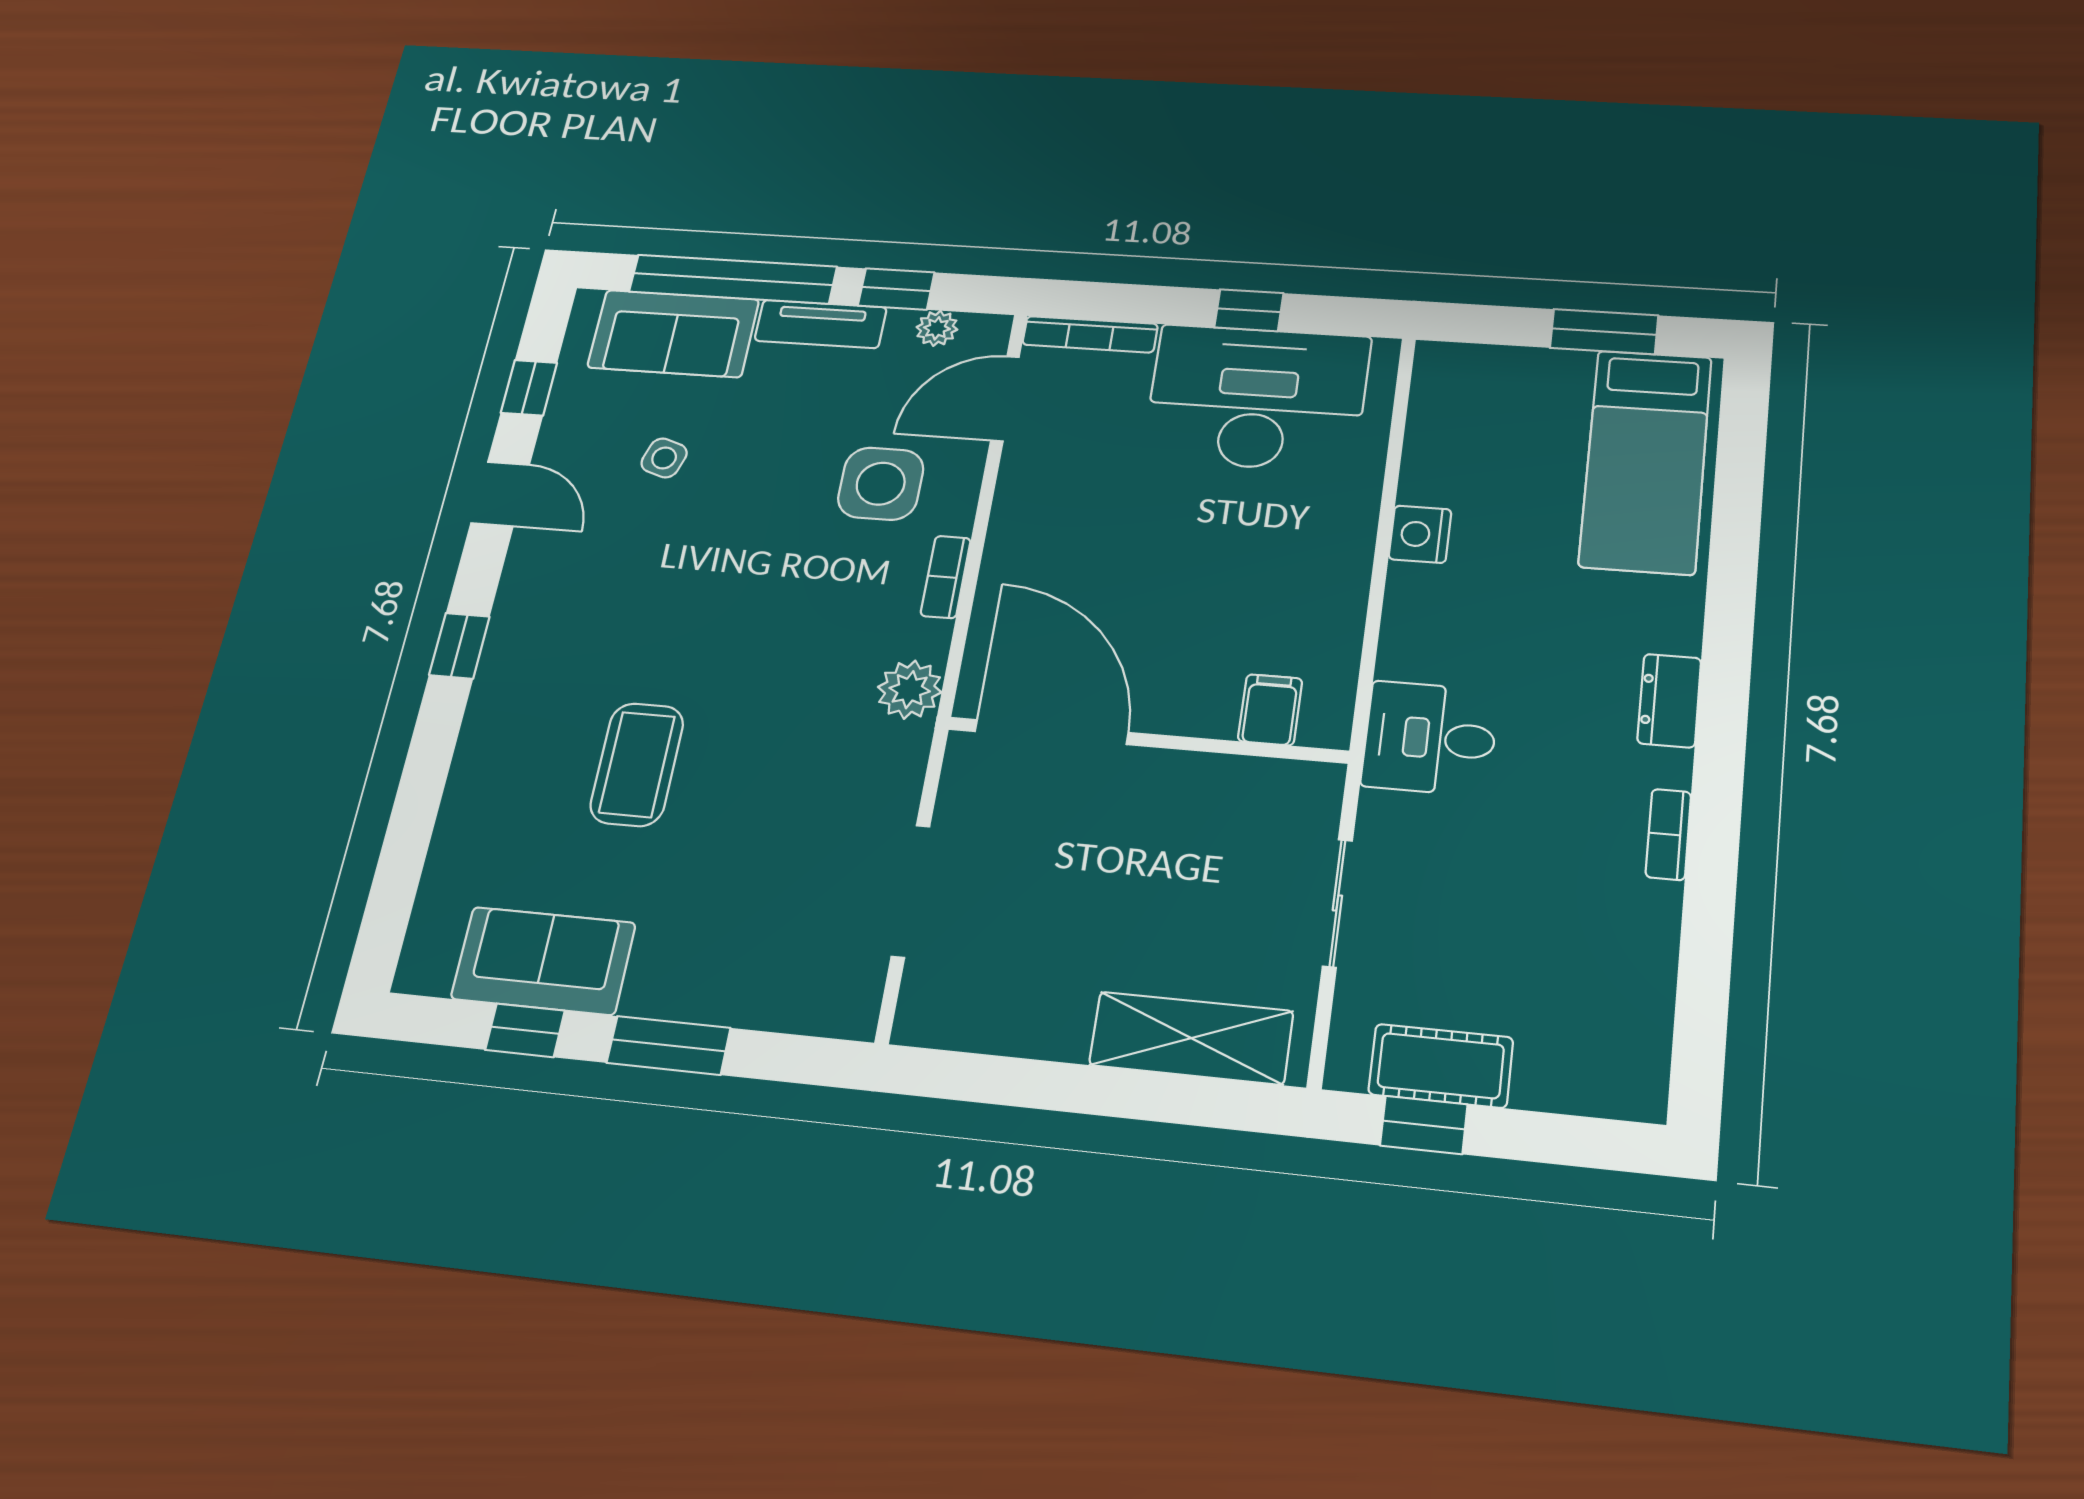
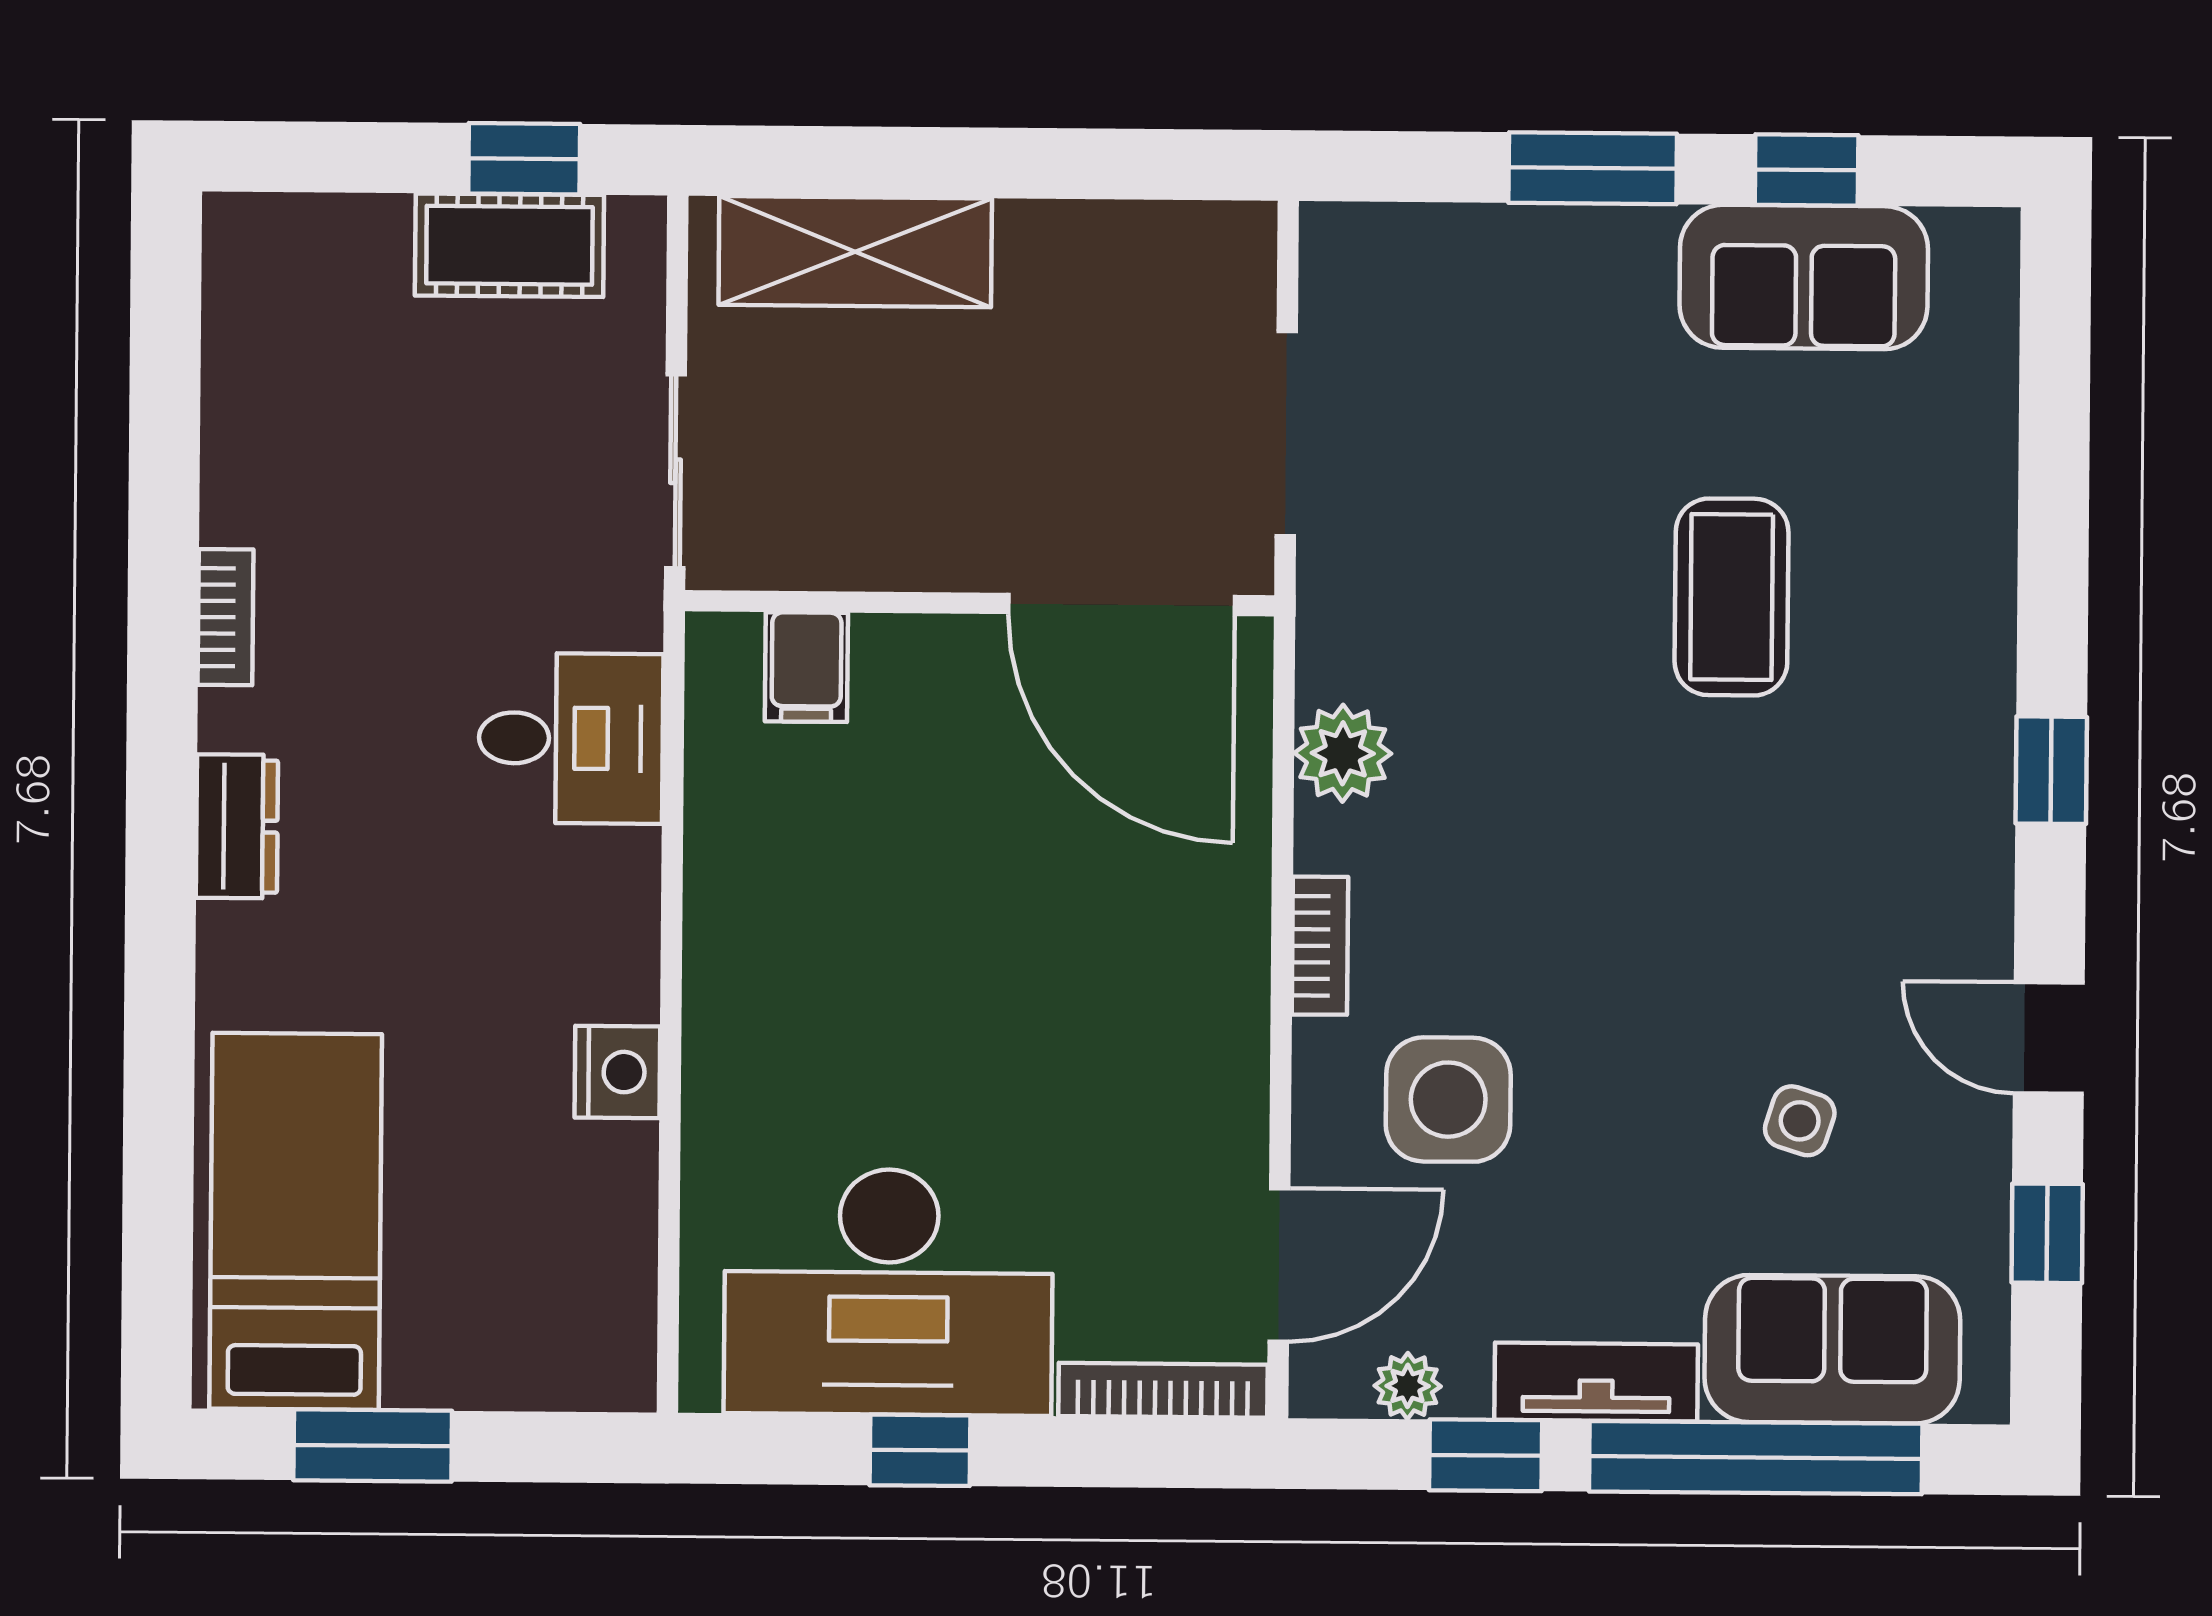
filing cabinet: (1270, 710) -> (806, 667), moved
door: (1051, 732) -> (1122, 605), moved
wall: (1147, 740) -> (980, 603), moved

